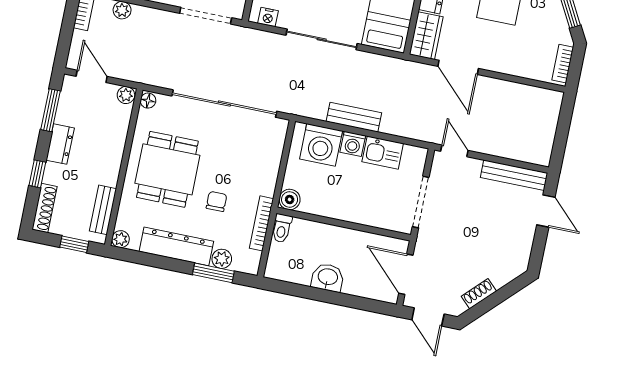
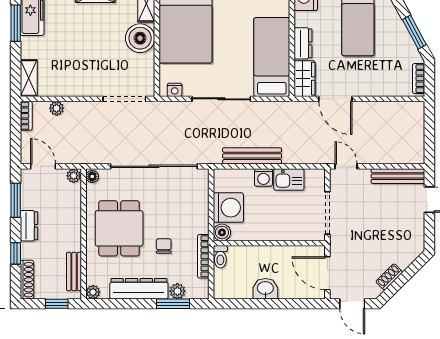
bench: (354, 117) -> (252, 156), width x1.36
washing machine: (321, 145) -> (228, 208), moved, turned -90

